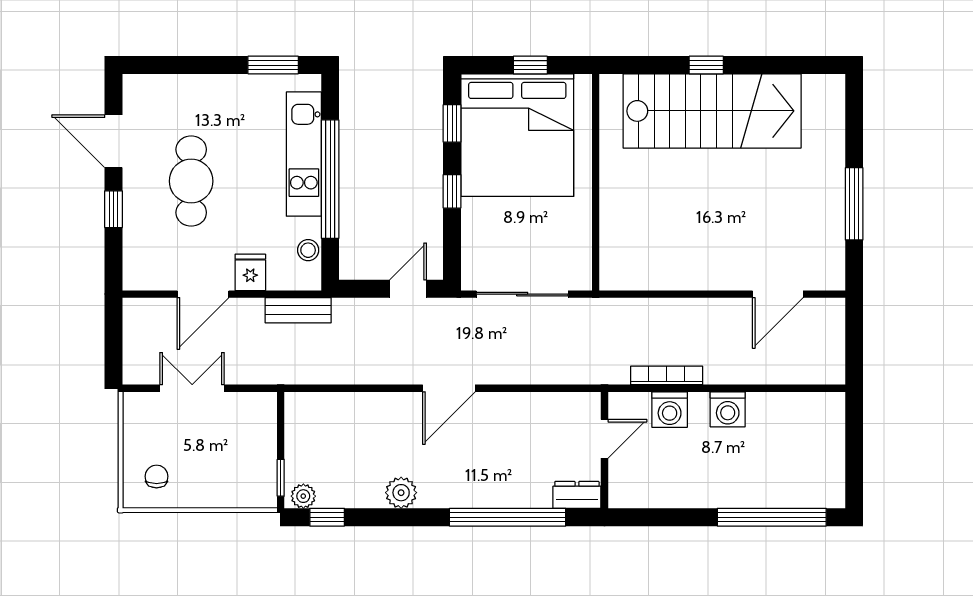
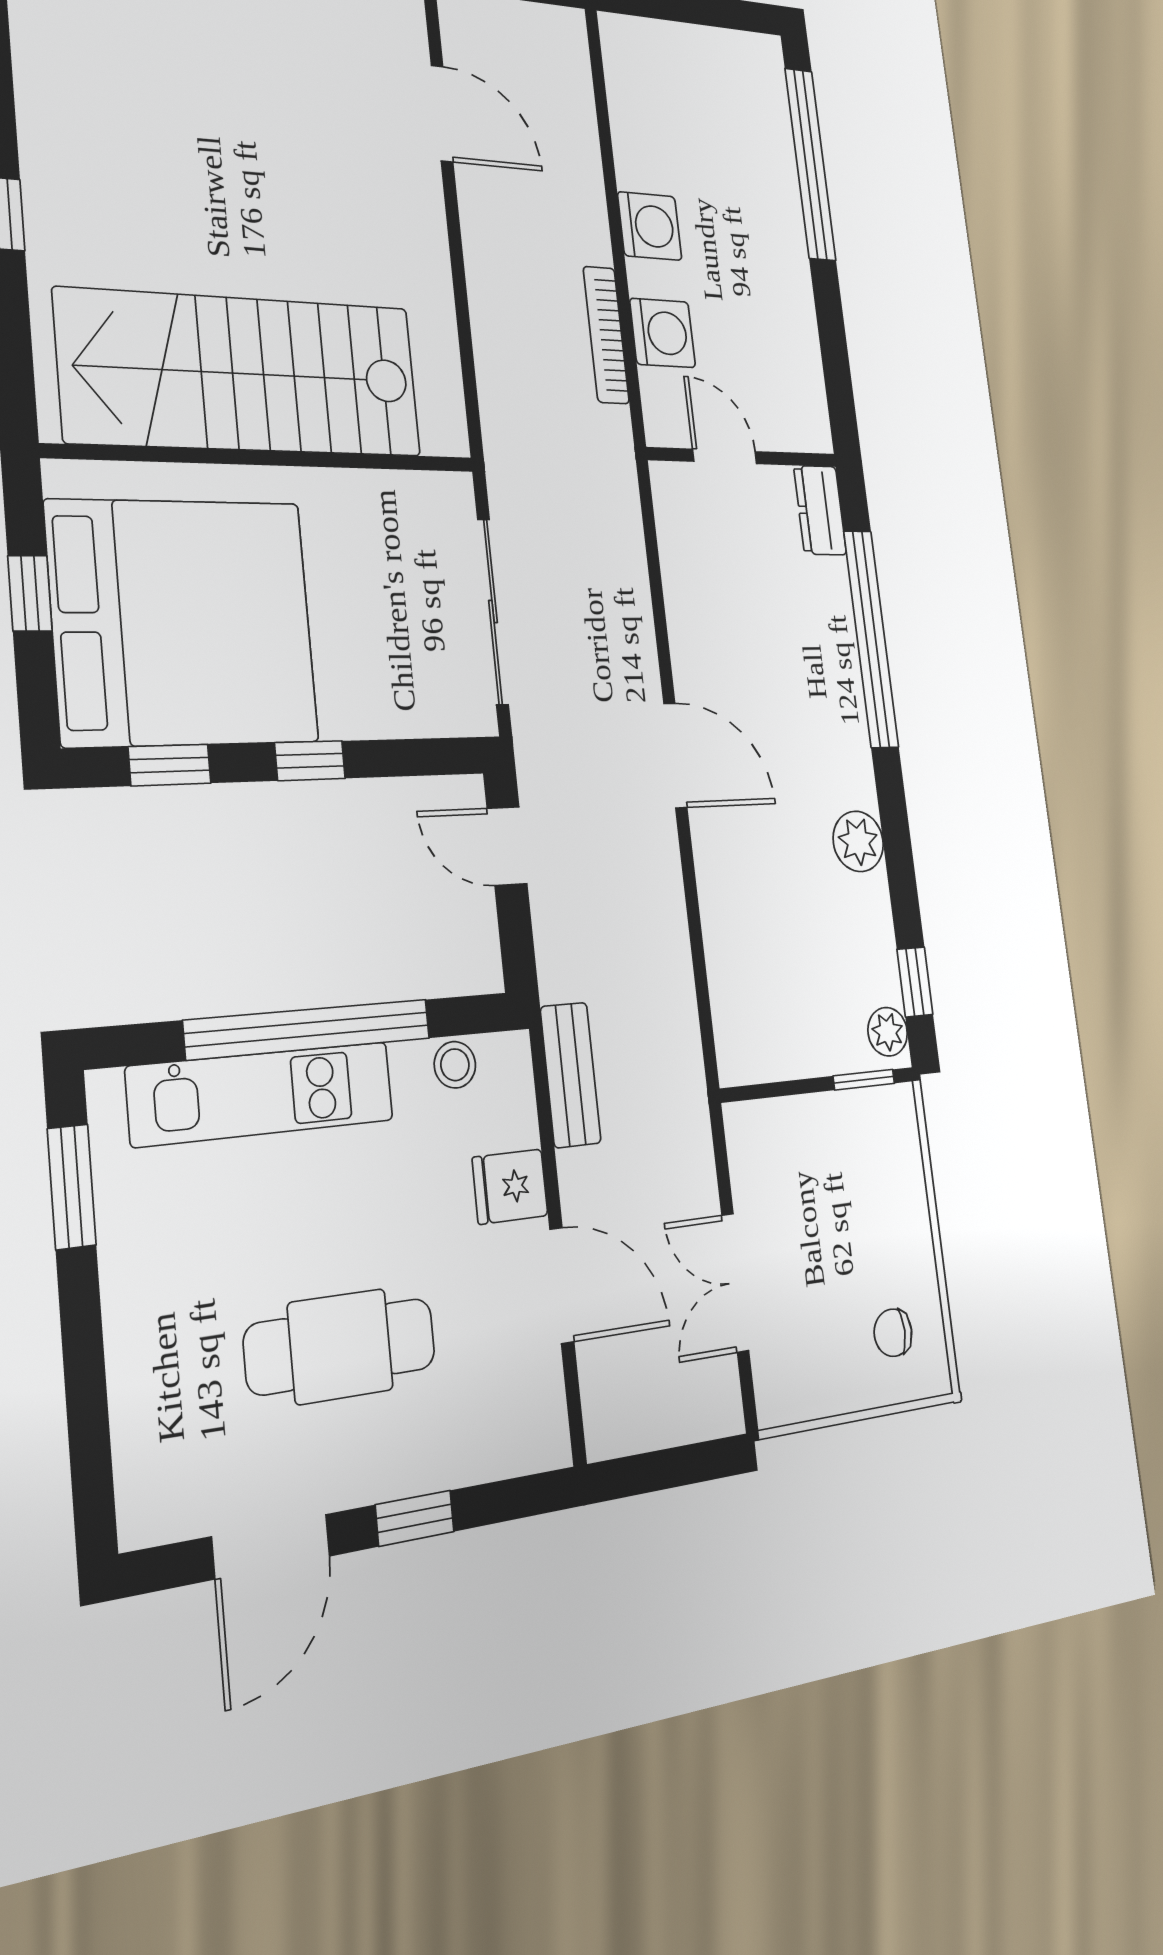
stairs: (712, 111) -> (241, 374), moved, turned -90

